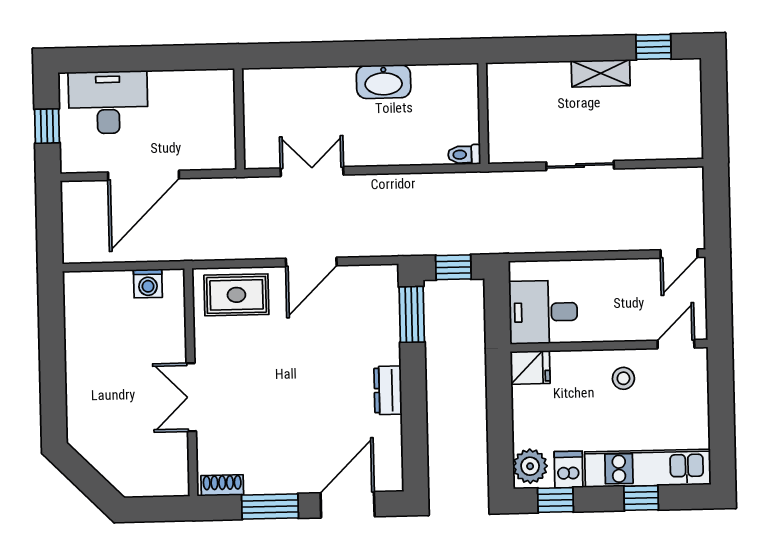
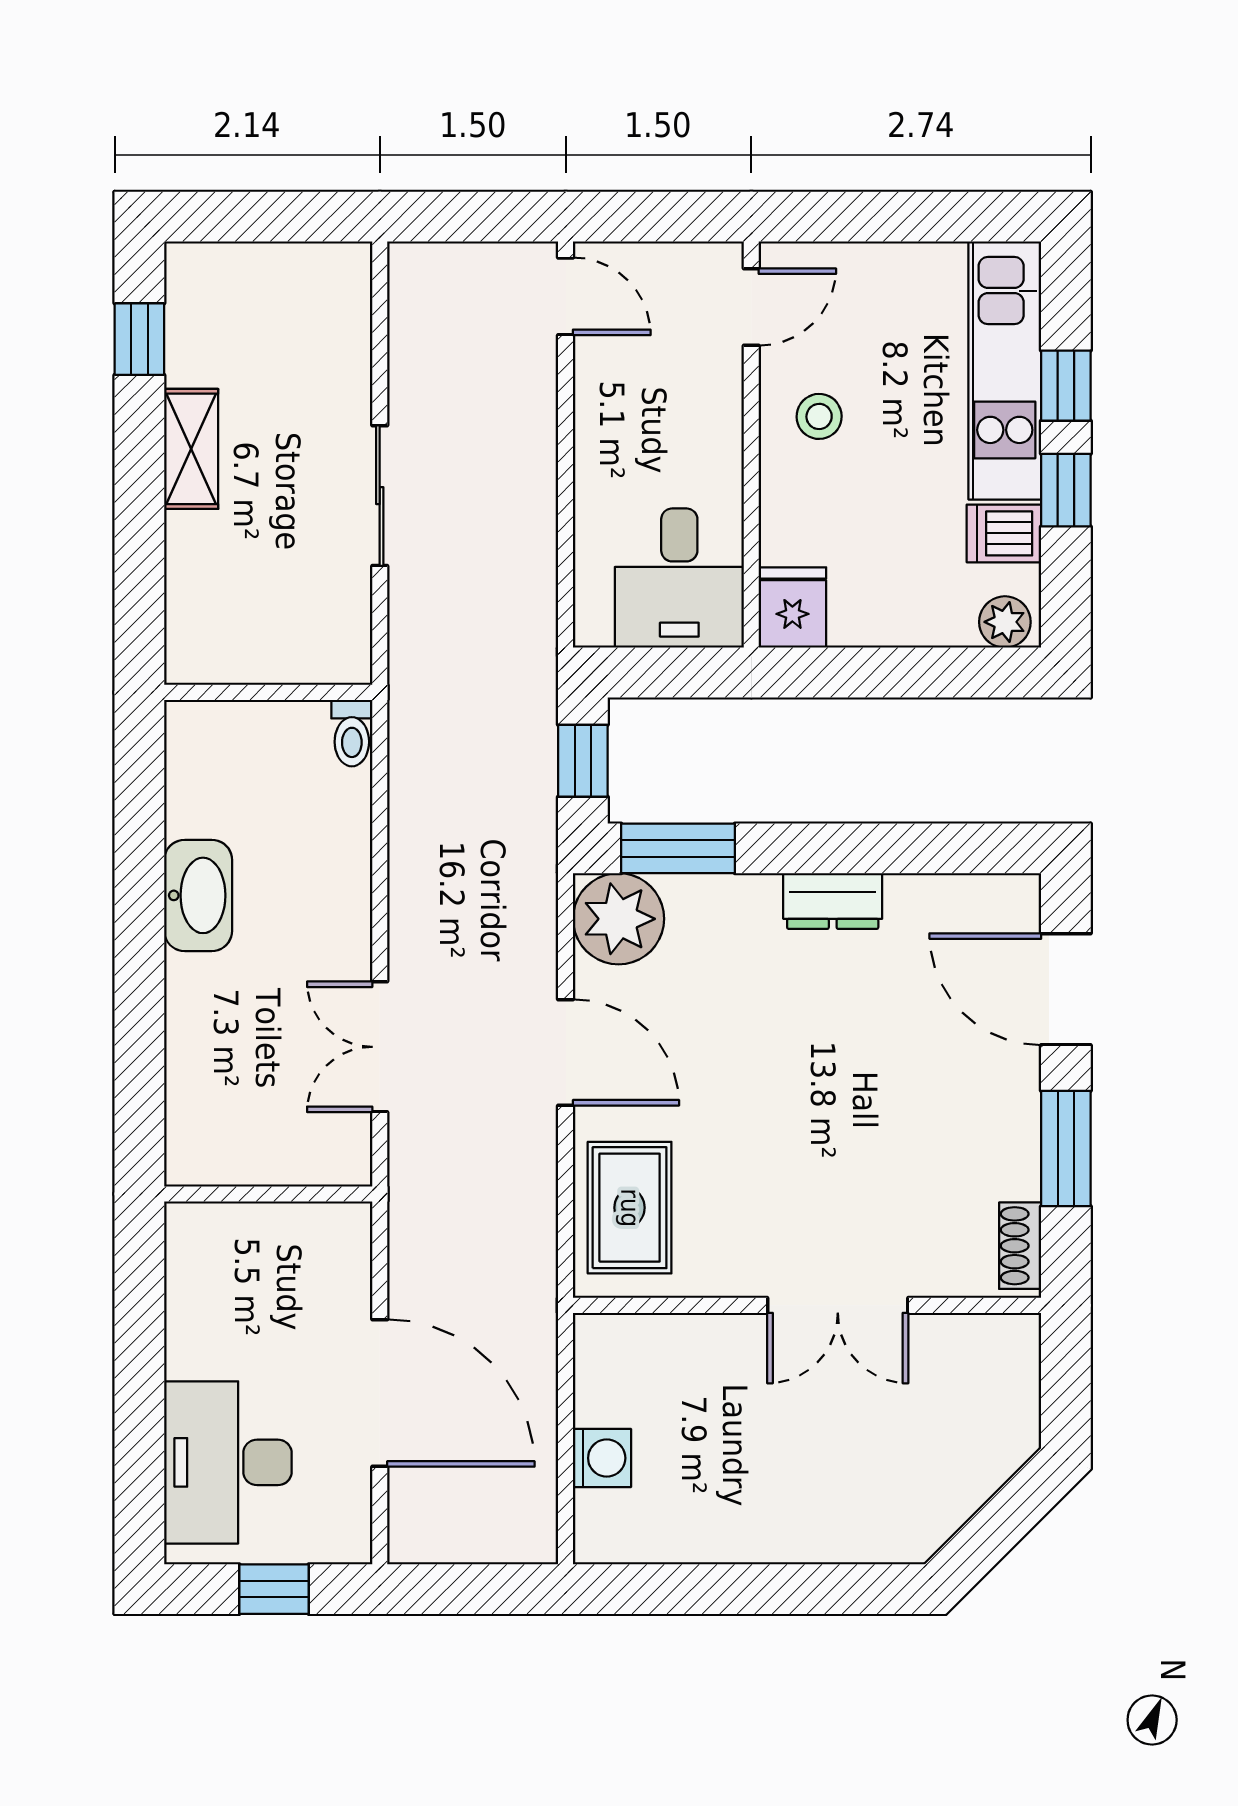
washing machine: (148, 283) -> (602, 1458), moved
plant: (377, 286) -> (619, 919), added
door: (676, 344) -> (751, 307), swing flipped
plant: (530, 466) -> (1005, 622), width x0.73, depth x0.73
window: (556, 500) -> (1066, 490), moved

